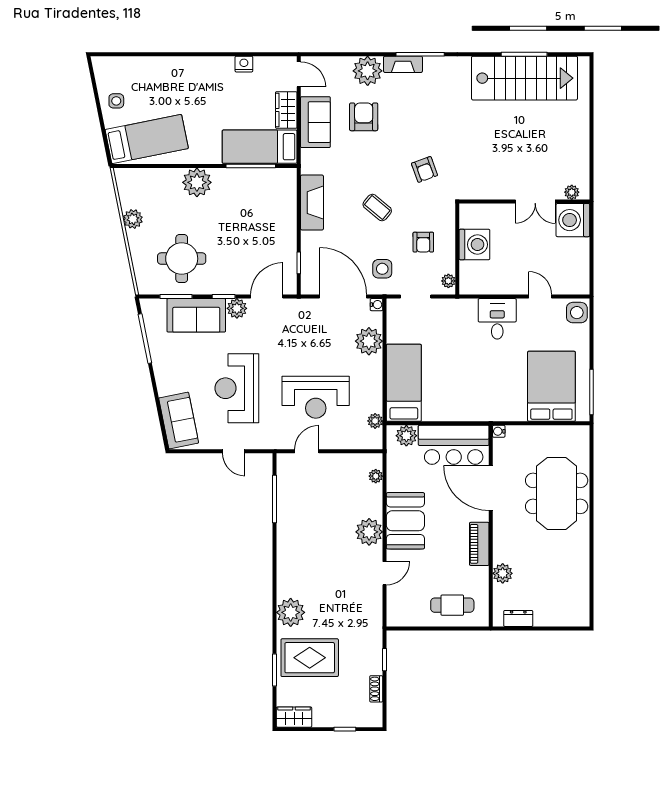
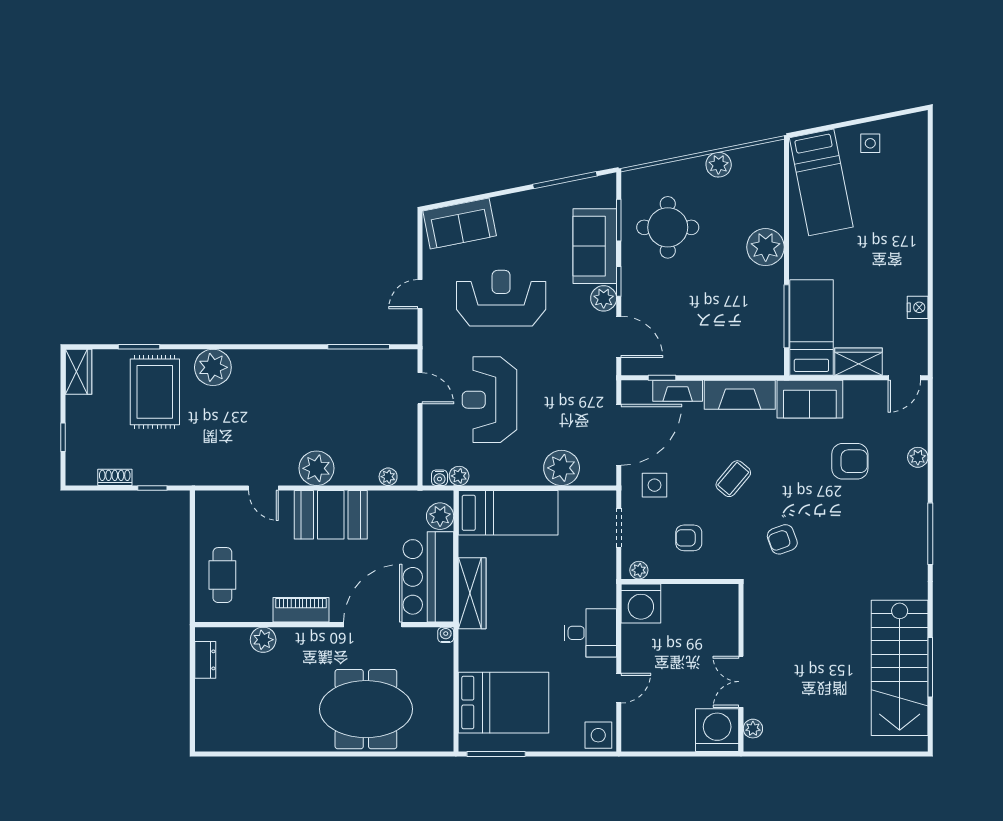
fireplace: (403, 64) -> (678, 391), moved, turned -90
plant: (368, 71) -> (918, 457), width x0.53, depth x0.53
sofa: (315, 122) -> (810, 399), moved
washing machine: (474, 245) -> (641, 604), moved
water cooler: (377, 305) -> (439, 478), moved
wardrobe: (466, 411) -> (472, 593), added

